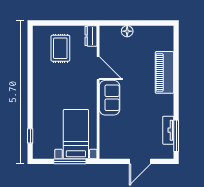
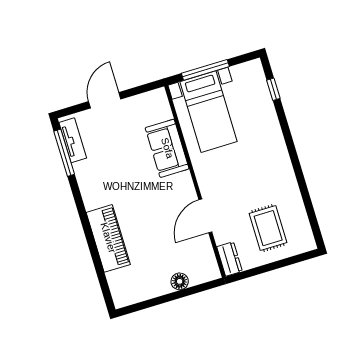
door: (98, 68) -> (205, 216), hinge flipped
sofa: (109, 98) -> (167, 148), moved
tv unit: (168, 130) -> (73, 140), moved

